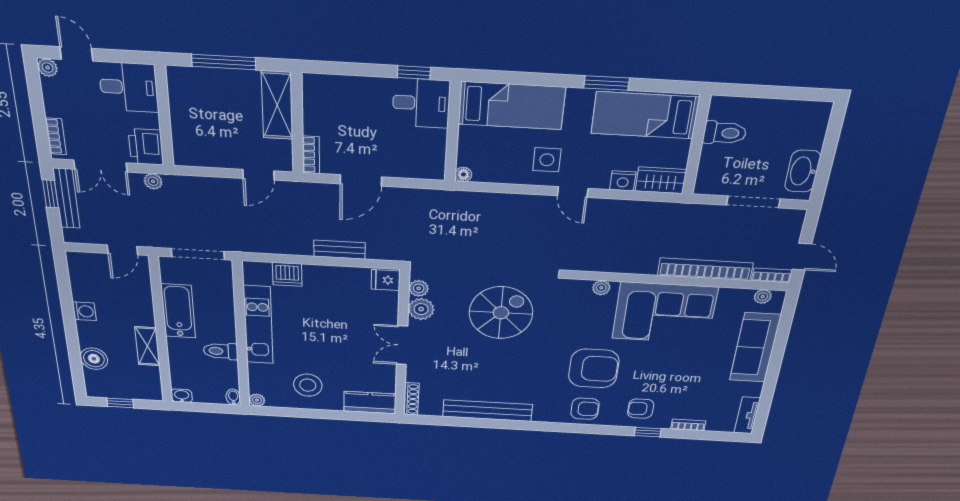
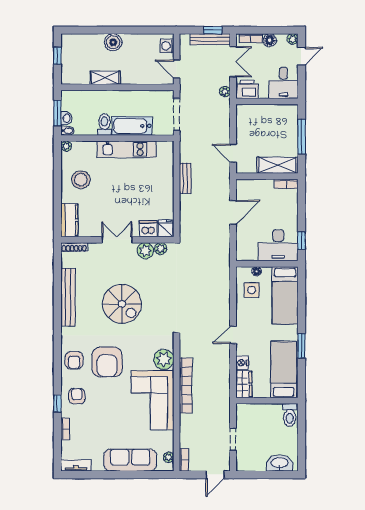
desk: (421, 103) -> (278, 245), width x1.37
floor lamp: (55, 106) -> (270, 40), added
toilet: (725, 133) -> (290, 415), moved
bookcase: (311, 155) -> (286, 184), moved
side table: (547, 160) -> (252, 290), moved
double door: (100, 166) -> (233, 62), swing flipped
washbasin: (803, 171) -> (280, 463), moved
floor lamp: (463, 174) -> (257, 271), moved
door: (361, 180) -> (233, 212), swing flipped
doorway: (753, 202) -> (233, 439), width x0.73
bench: (340, 250) -> (185, 178), moved
door: (802, 257) -> (215, 475), moved
bookcase: (705, 269) -> (186, 385), moved
dishwasher: (287, 274) -> (148, 229), moved, turned 90
plant: (601, 288) -> (164, 359), width x1.88, depth x1.88
washing machine: (84, 311) -> (167, 46), moved, turned 90
bathtub: (178, 311) -> (132, 126), moved, turned 180
spiral stairs: (501, 313) -> (122, 304), moved
boiler: (94, 359) -> (113, 42), moved
washbasin: (182, 396) -> (66, 118), moved
window: (207, 408) -> (57, 113), added

